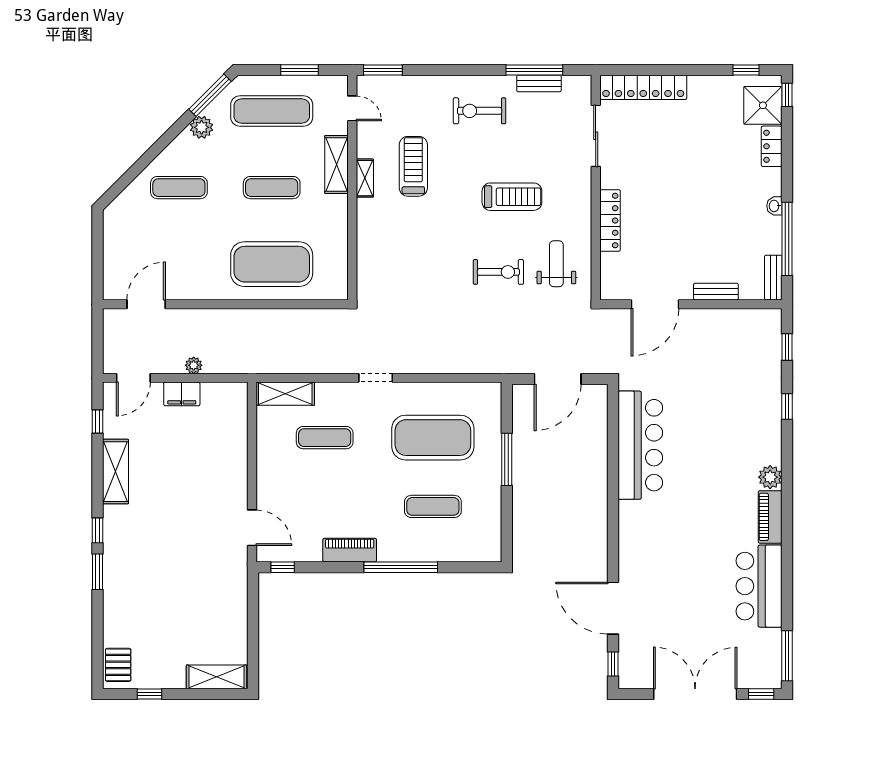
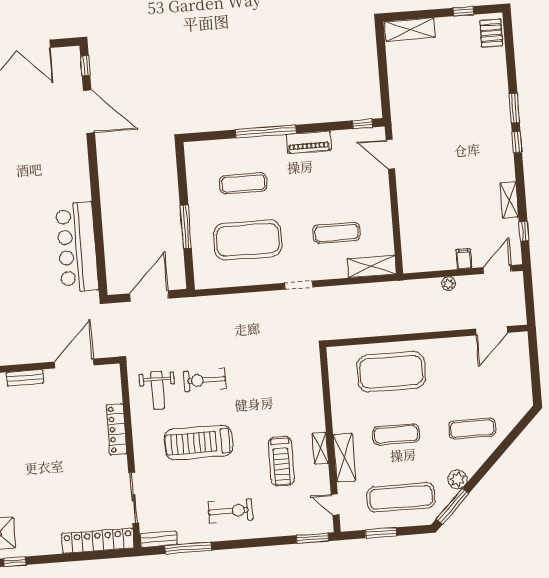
bench: (539, 83) -> (159, 539), moved
treadmill: (512, 197) -> (198, 443), width x1.37, depth x1.38
filing cabinet: (182, 394) -> (464, 259), width x0.50
shelving: (115, 472) -> (509, 200), width x0.67, depth x0.75

